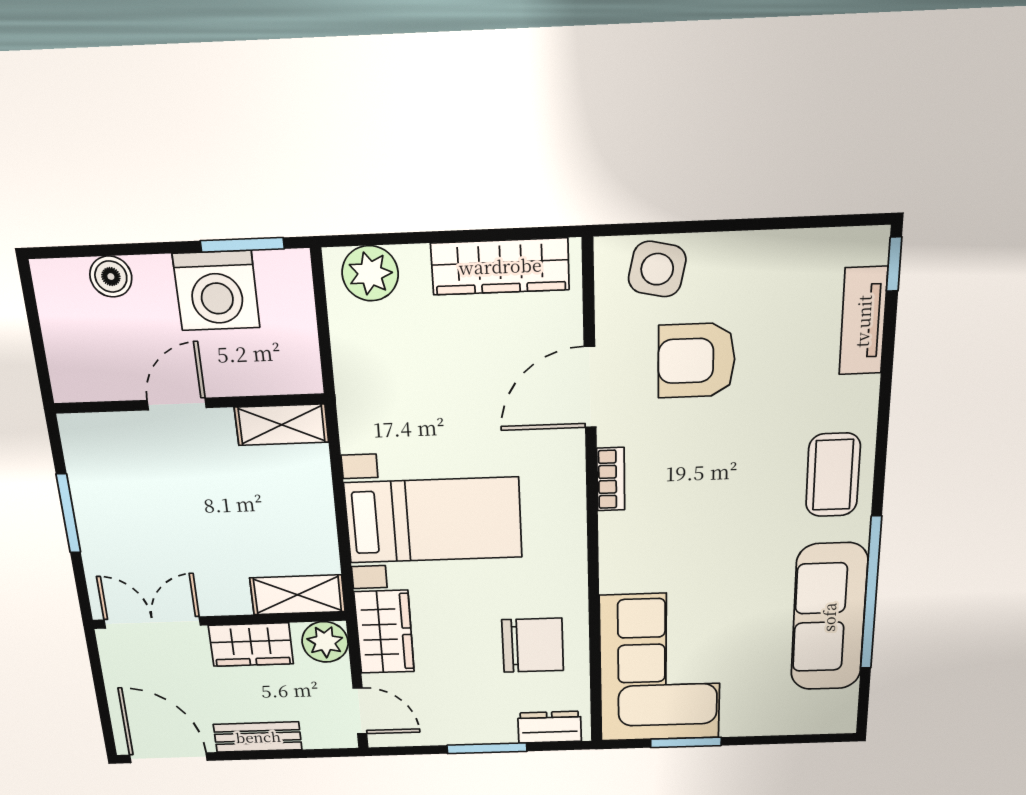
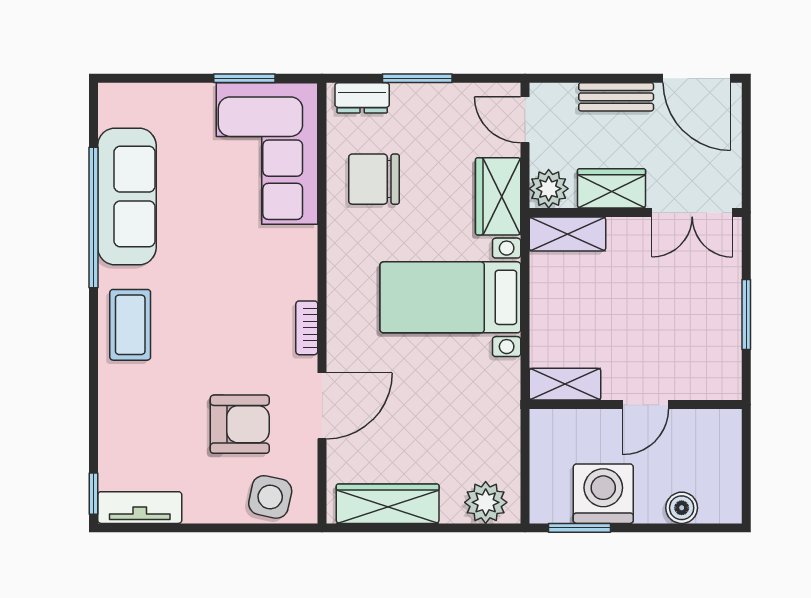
tv unit: (863, 321) -> (140, 508), moved, turned -90

